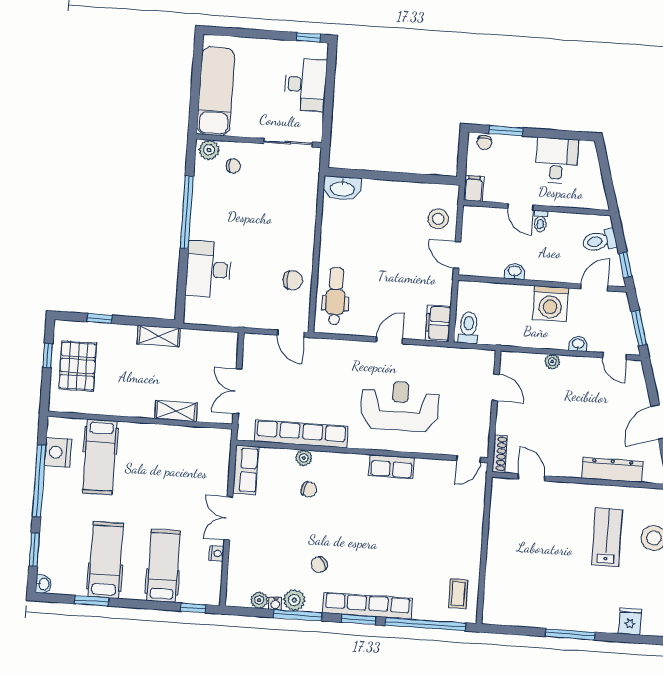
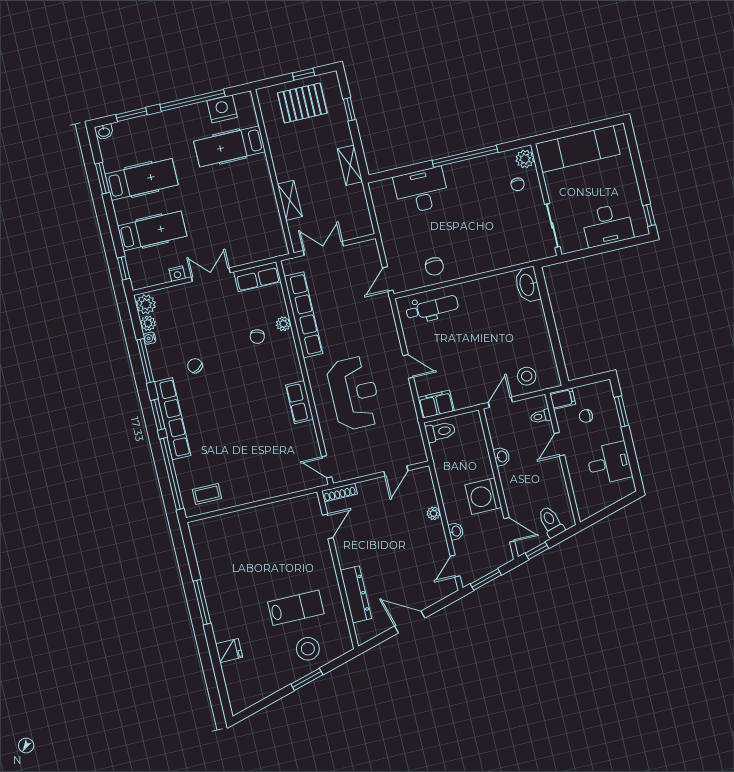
chair: (484, 143) -> (586, 416), moved
toilet: (540, 221) -> (541, 416), moved
plant: (294, 600) -> (146, 304), moved

